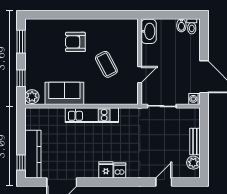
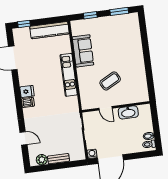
washbasin: (149, 31) -> (128, 112), moved
armchair: (75, 42) -> (125, 54), removed
plant: (32, 97) -> (77, 26), removed
kitchen counter: (33, 154) -> (49, 30), moved

